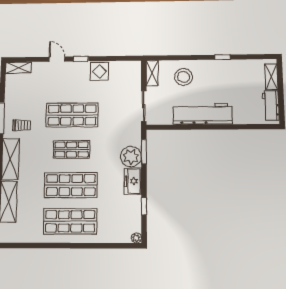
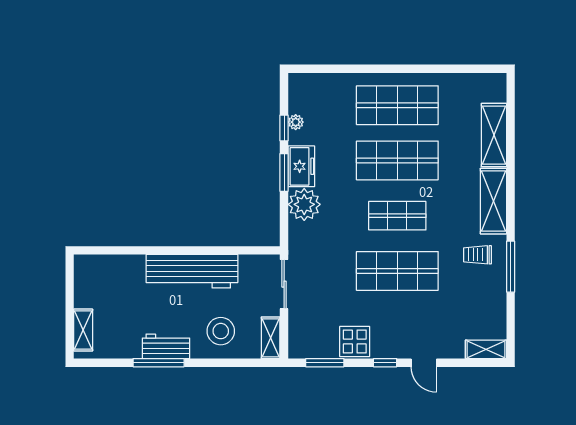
window: (222, 57) -> (159, 363), width x2.17
window: (118, 58) -> (325, 363), added
workbench: (271, 105) -> (166, 346), moved, turned -90
window: (144, 152) -> (284, 172), moved
plant: (136, 238) -> (296, 122), moved

